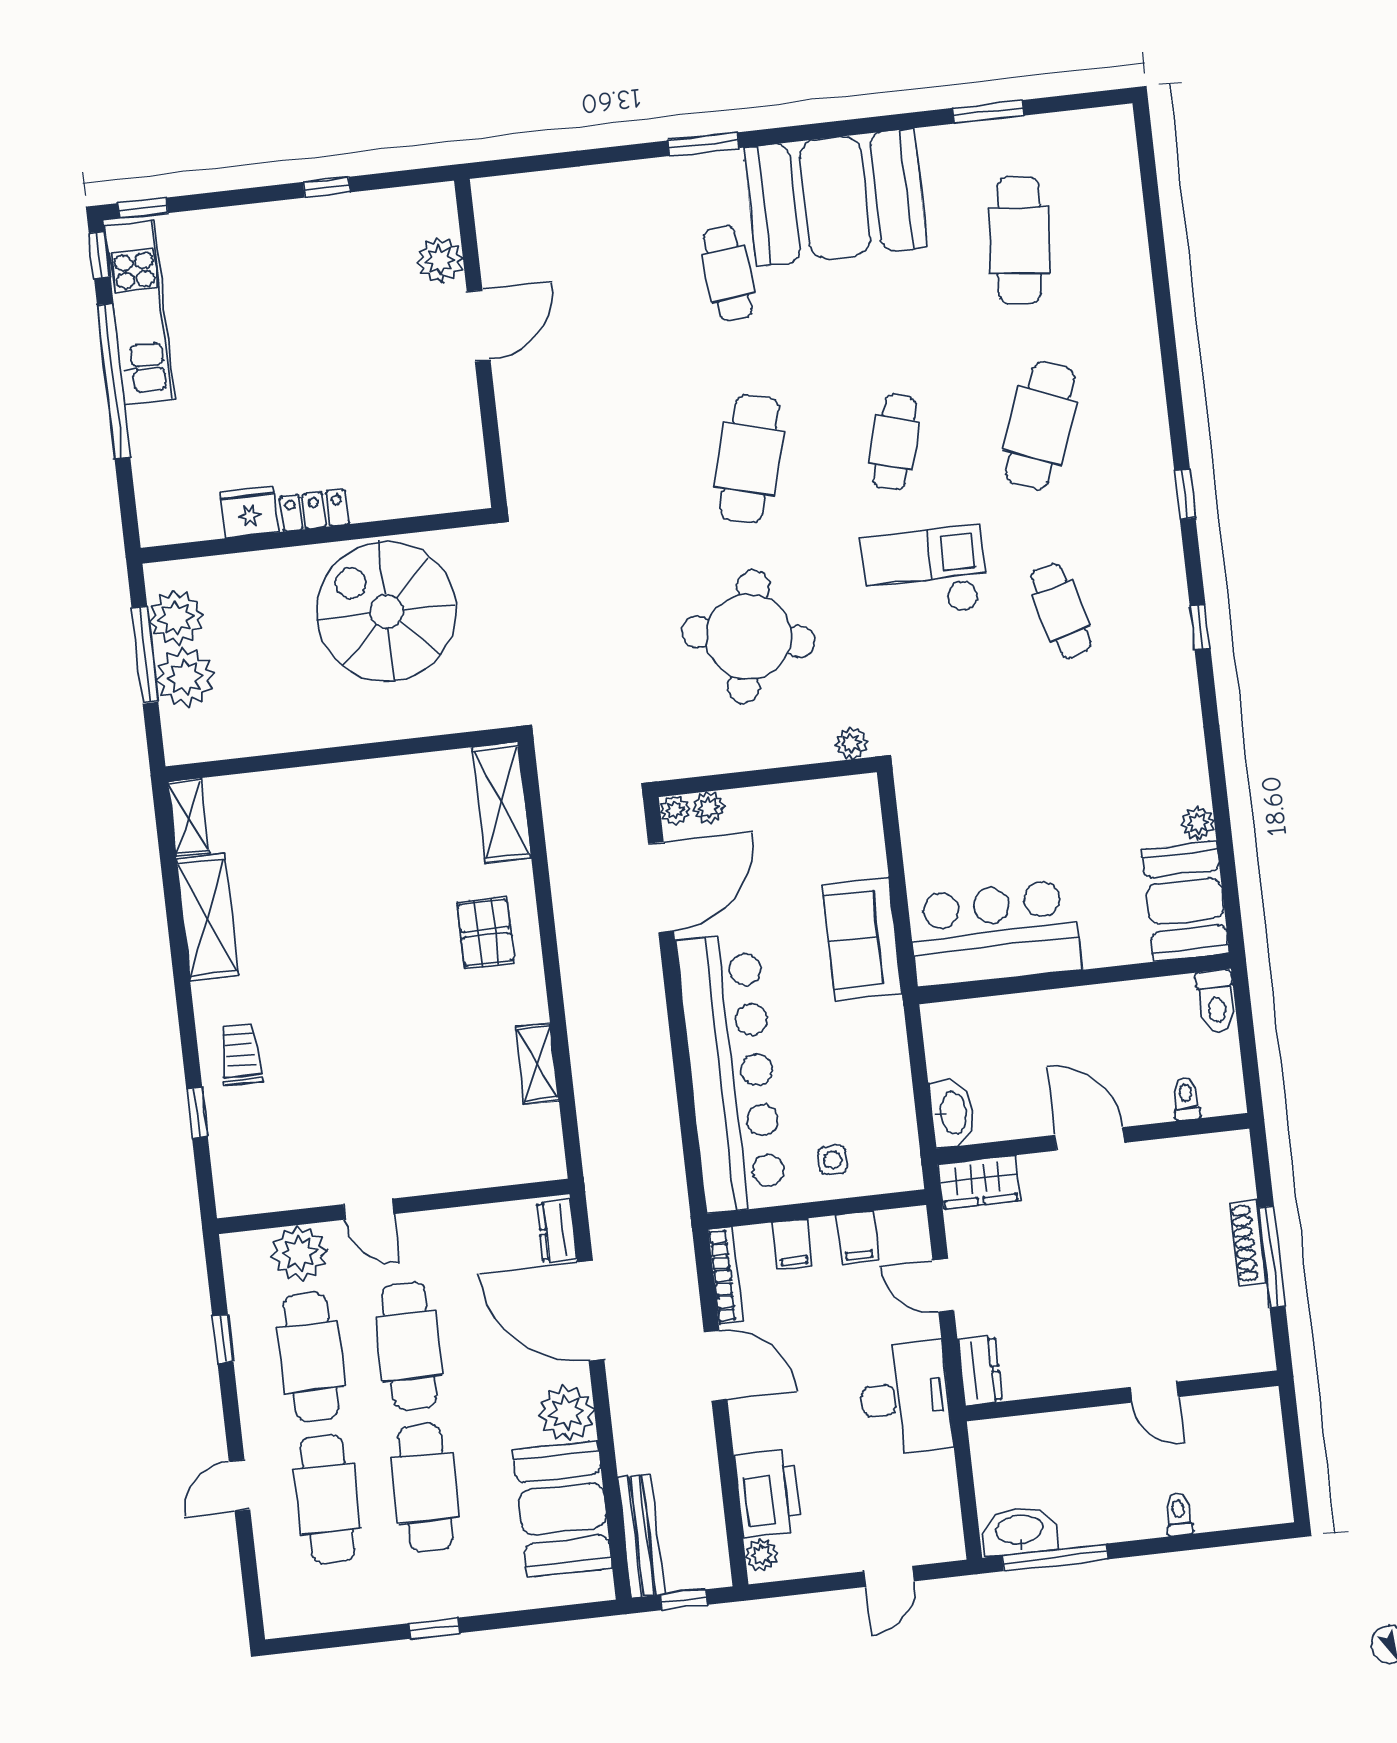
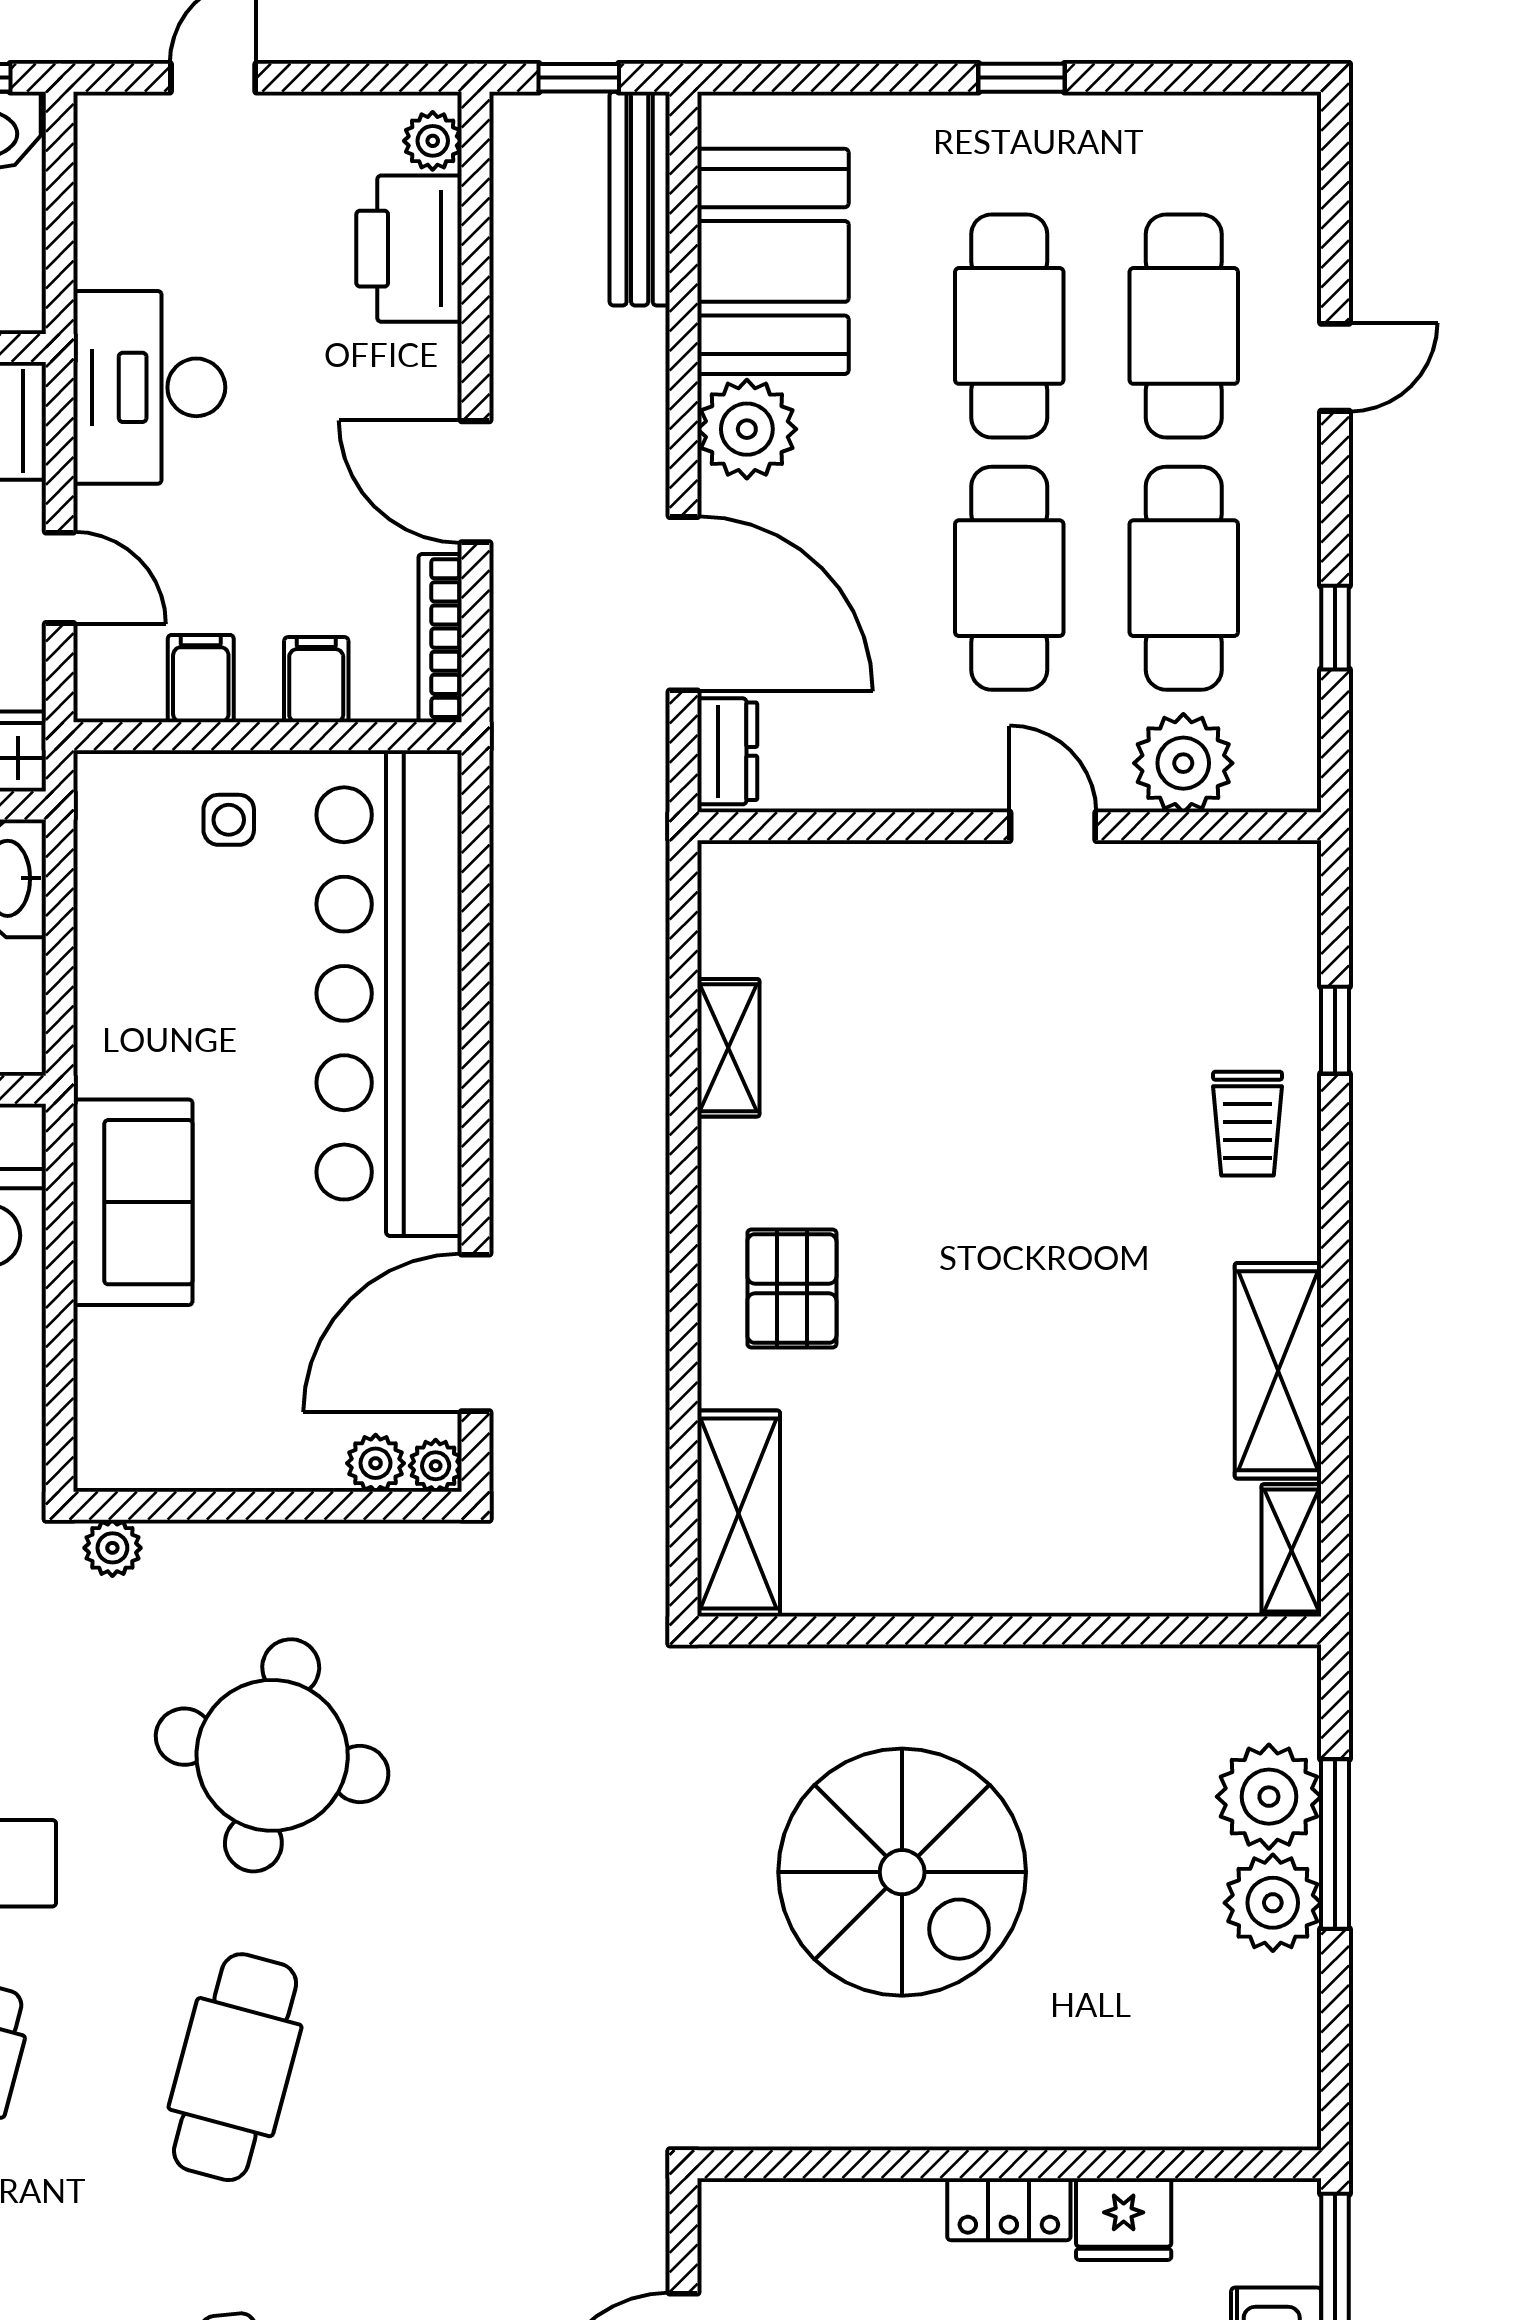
locker: (314, 510) -> (1009, 2209), moved
fridge: (249, 512) -> (1124, 2219), moved
wall: (317, 536) -> (1009, 2164), moved

